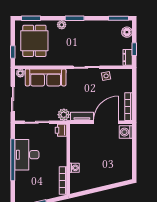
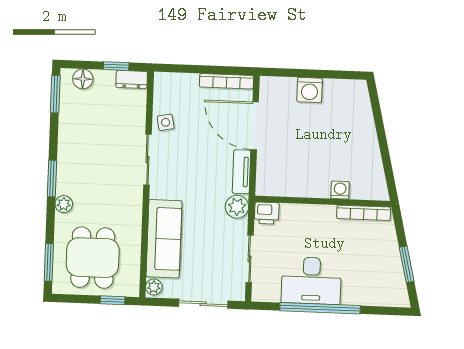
dining table: (34, 41) -> (93, 258), turned 90
washing machine: (126, 132) -> (310, 90), moved

